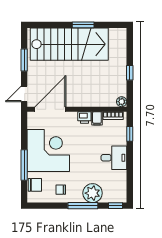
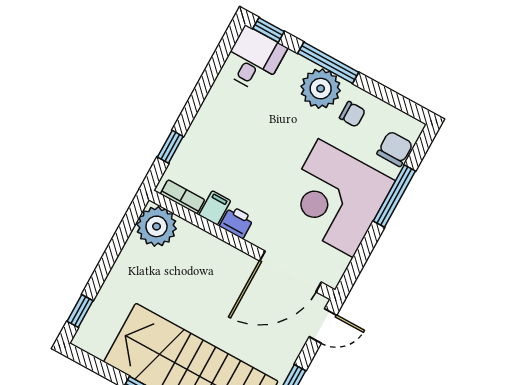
window: (130, 73) -> (80, 311), moved
plant: (122, 102) -> (157, 226), width x1.87, depth x1.87
desk: (114, 158) -> (254, 59), moved, turned 90
chair: (35, 185) -> (395, 149), turned 90
plant: (93, 193) -> (321, 89), moved

